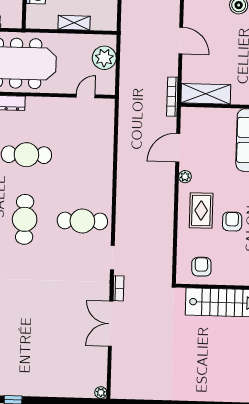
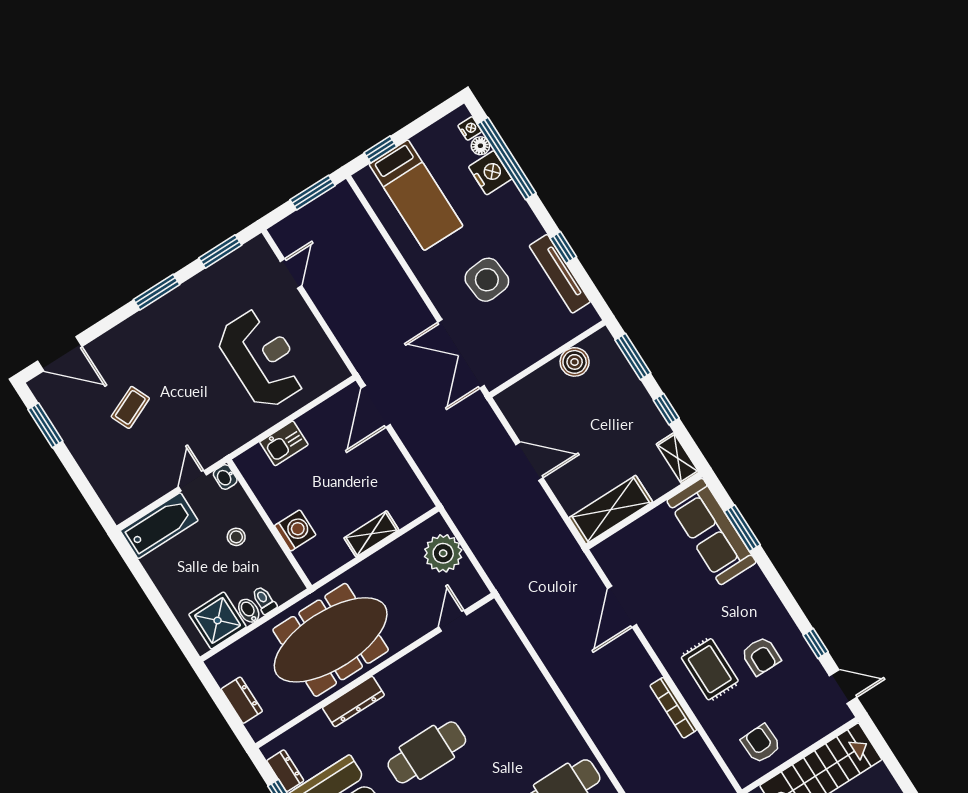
bookcase: (172, 97) -> (673, 708), moved
plant: (185, 177) -> (658, 639), removed
armchair: (232, 221) -> (761, 656), turned 180

